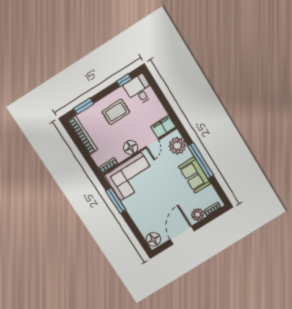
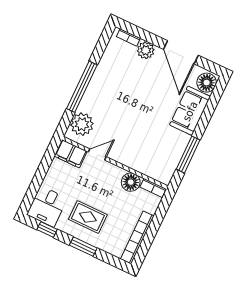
window: (84, 106) -> (83, 247), moved
floor lamp: (131, 147) -> (131, 182), moved
sofa: (195, 175) -> (190, 111), moved, turned 180
corner sofa: (131, 176) -> (150, 155), removed
door: (182, 235) -> (181, 52), hinge flipped

